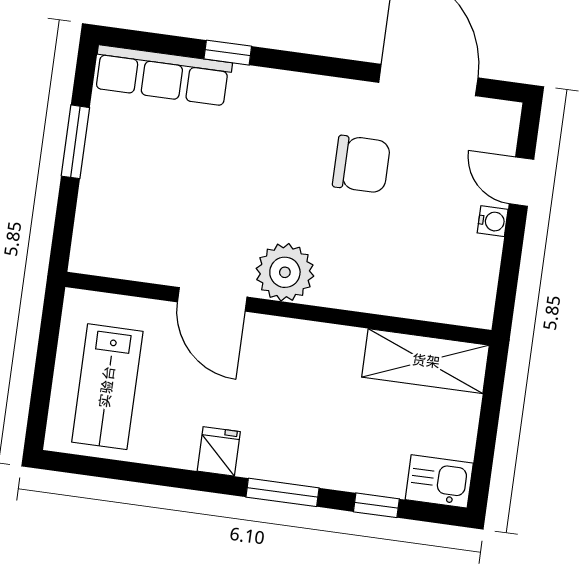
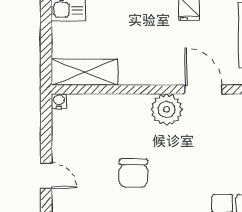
chair: (361, 164) -> (133, 173), turned -90
water cooler: (493, 221) -> (59, 101), moved, turned 90

